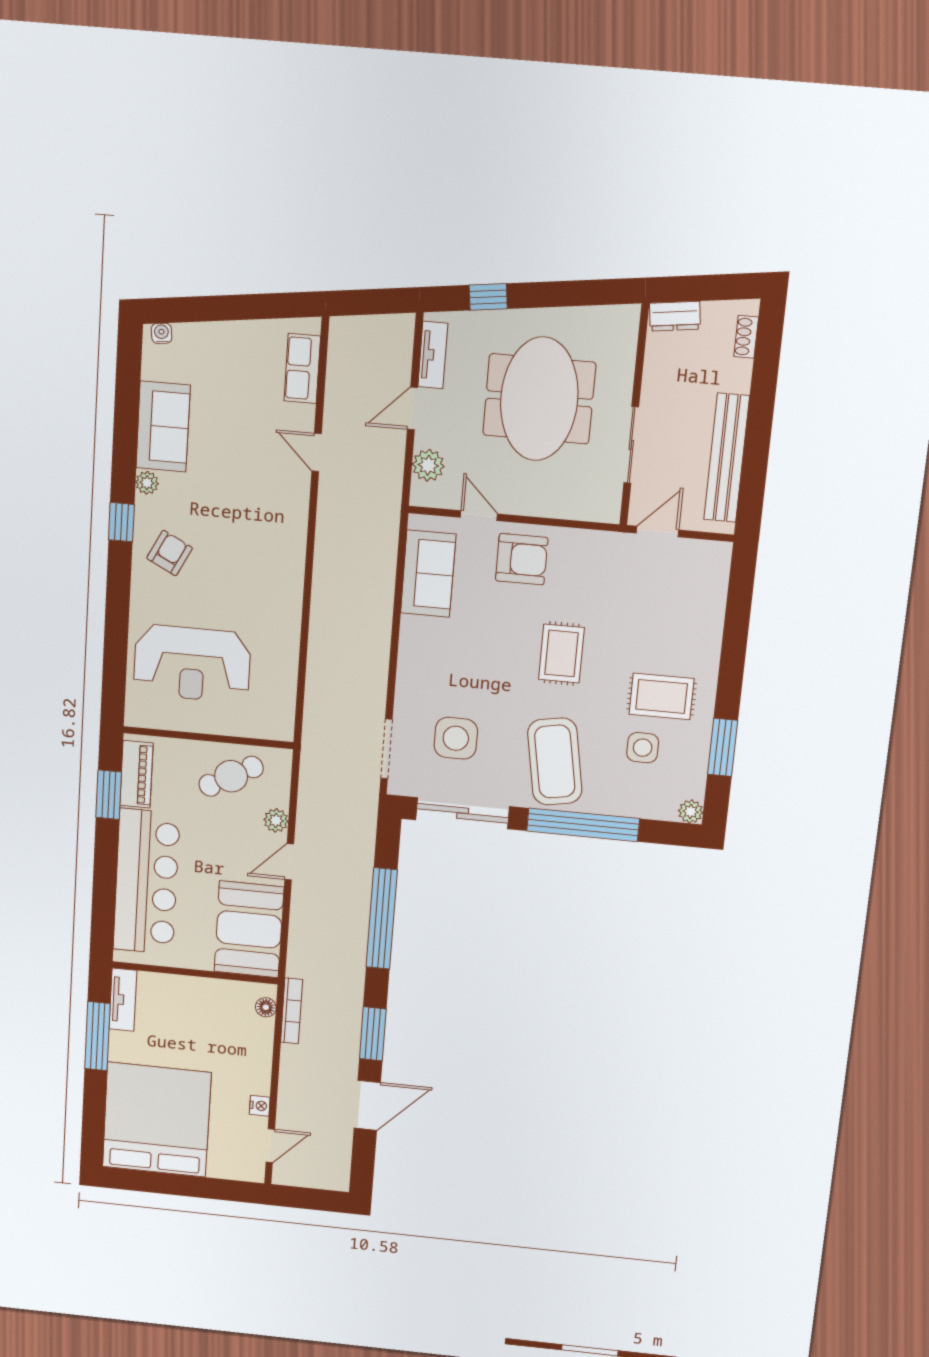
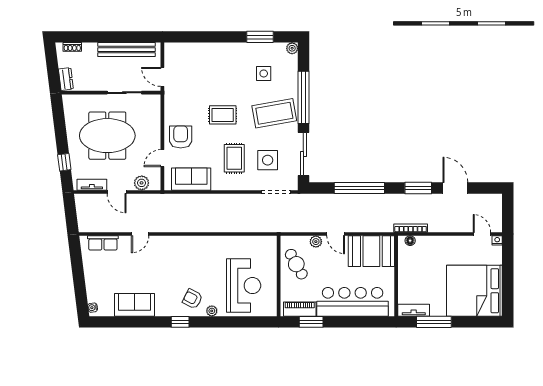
plant: (147, 483) -> (212, 311), moved
rug: (662, 696) -> (234, 158), moved
nightstand: (260, 1106) -> (497, 240), moved

